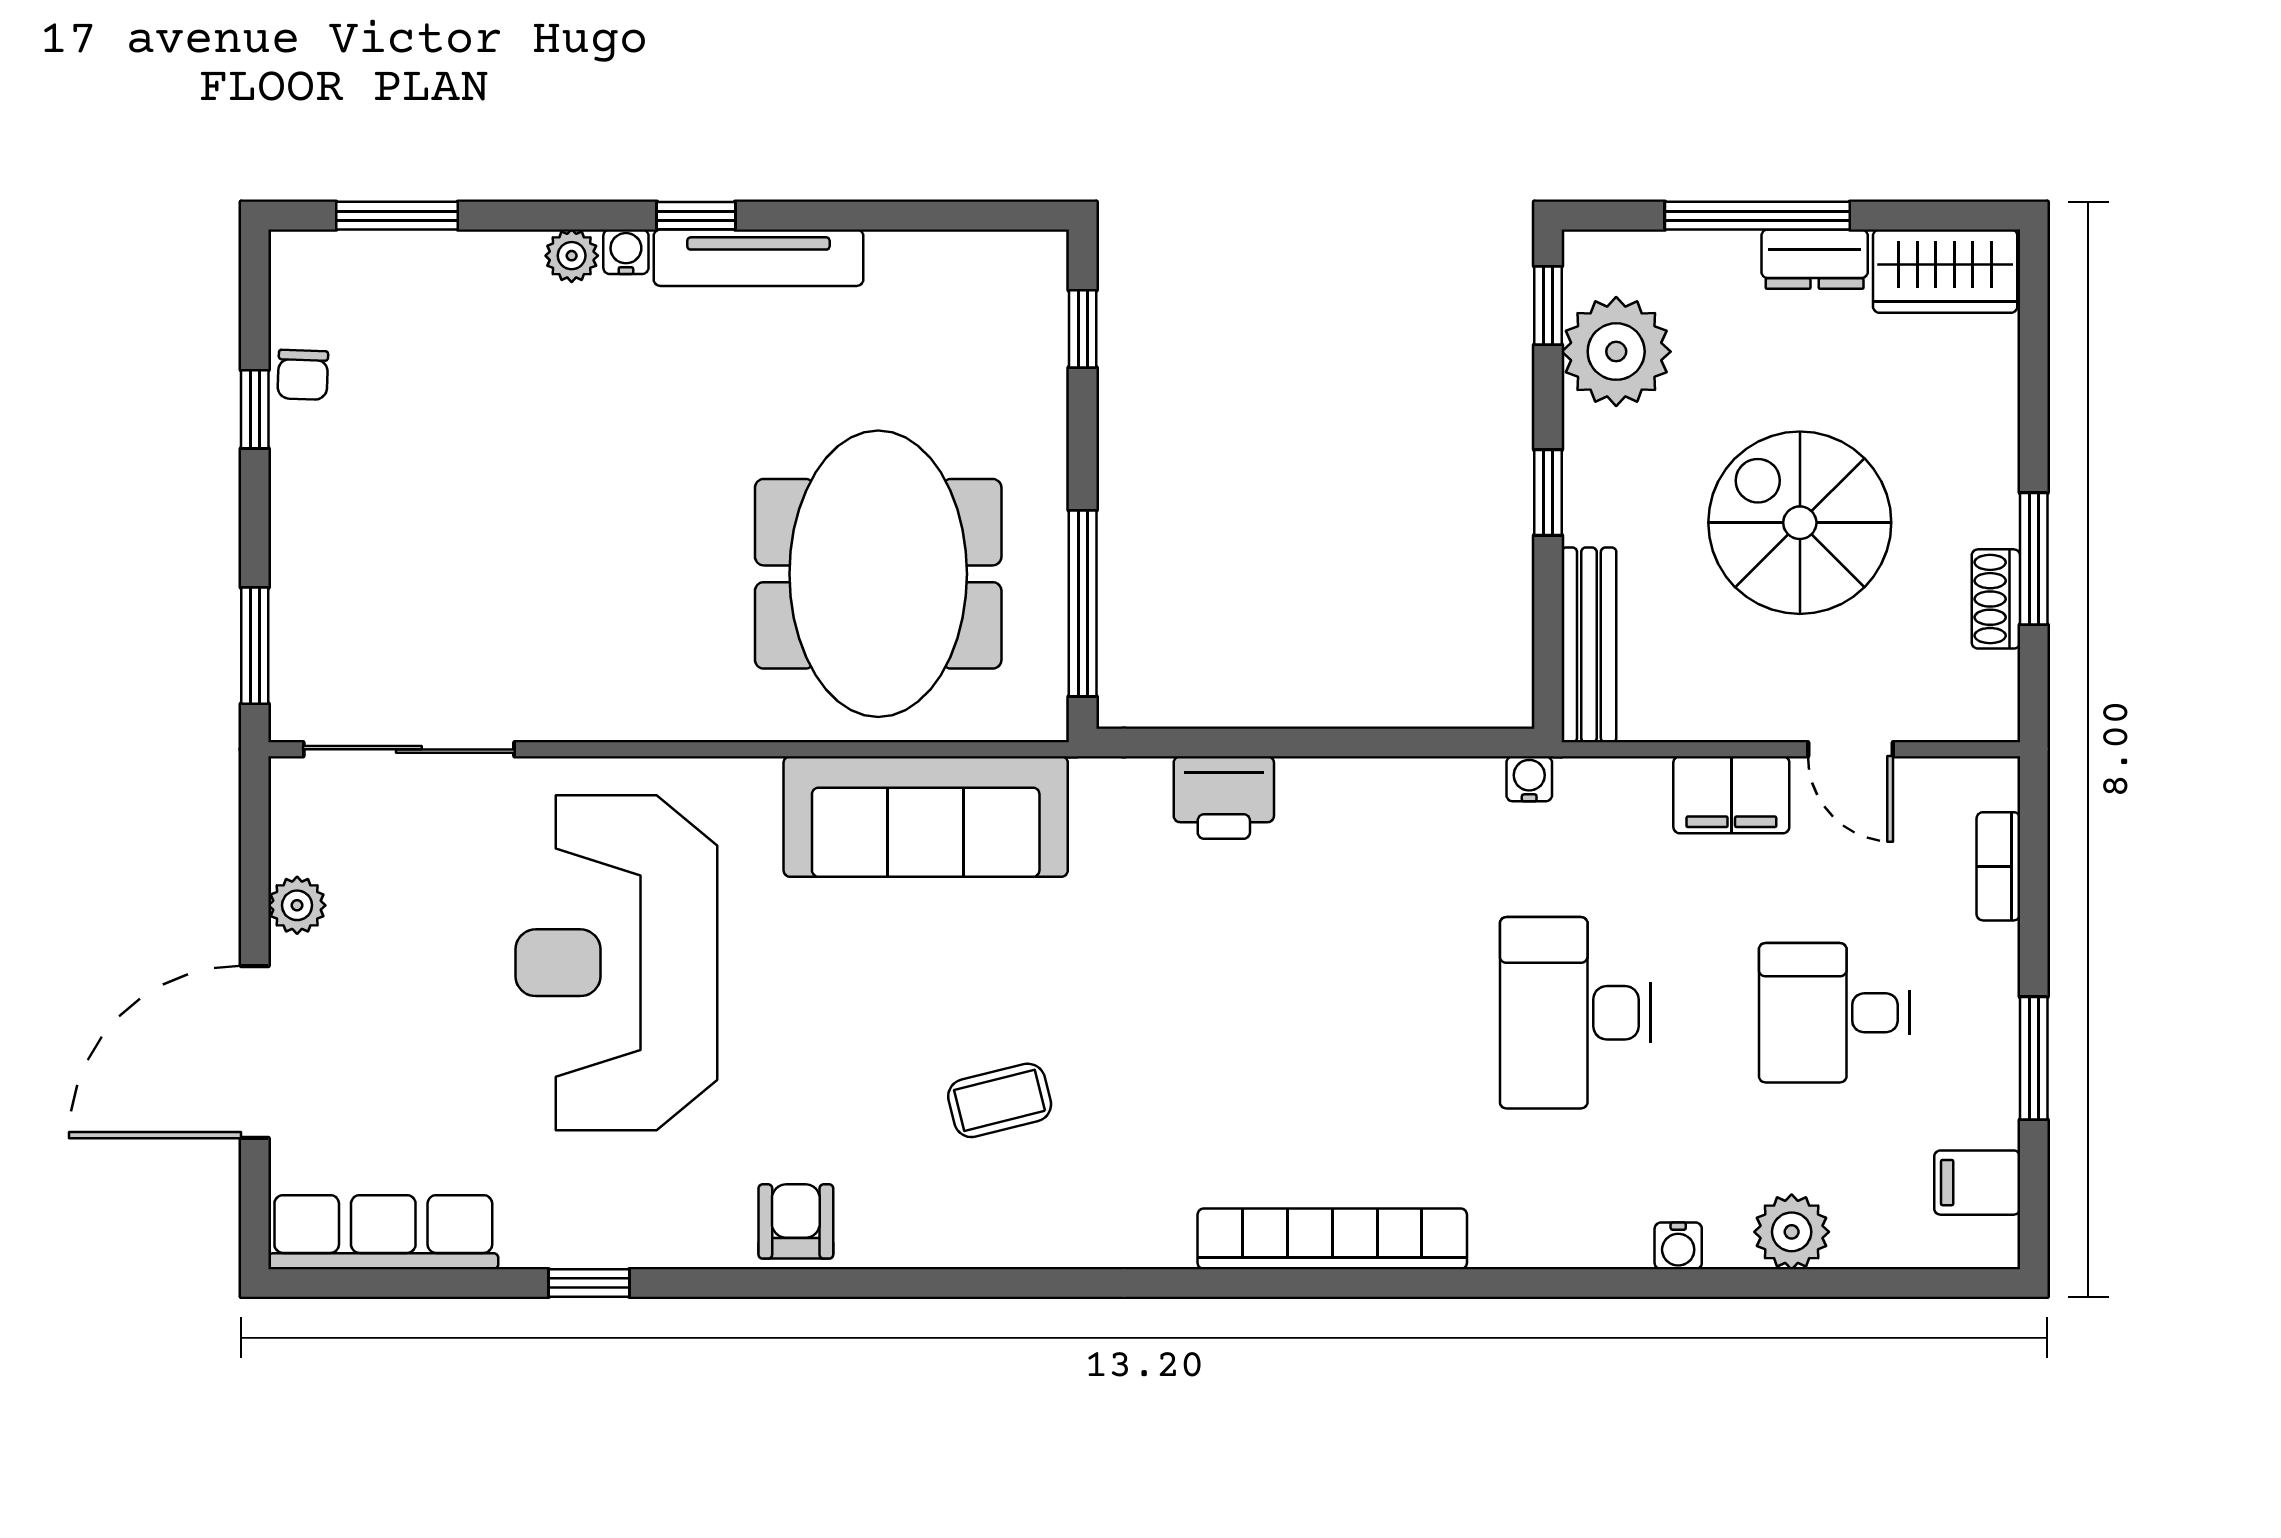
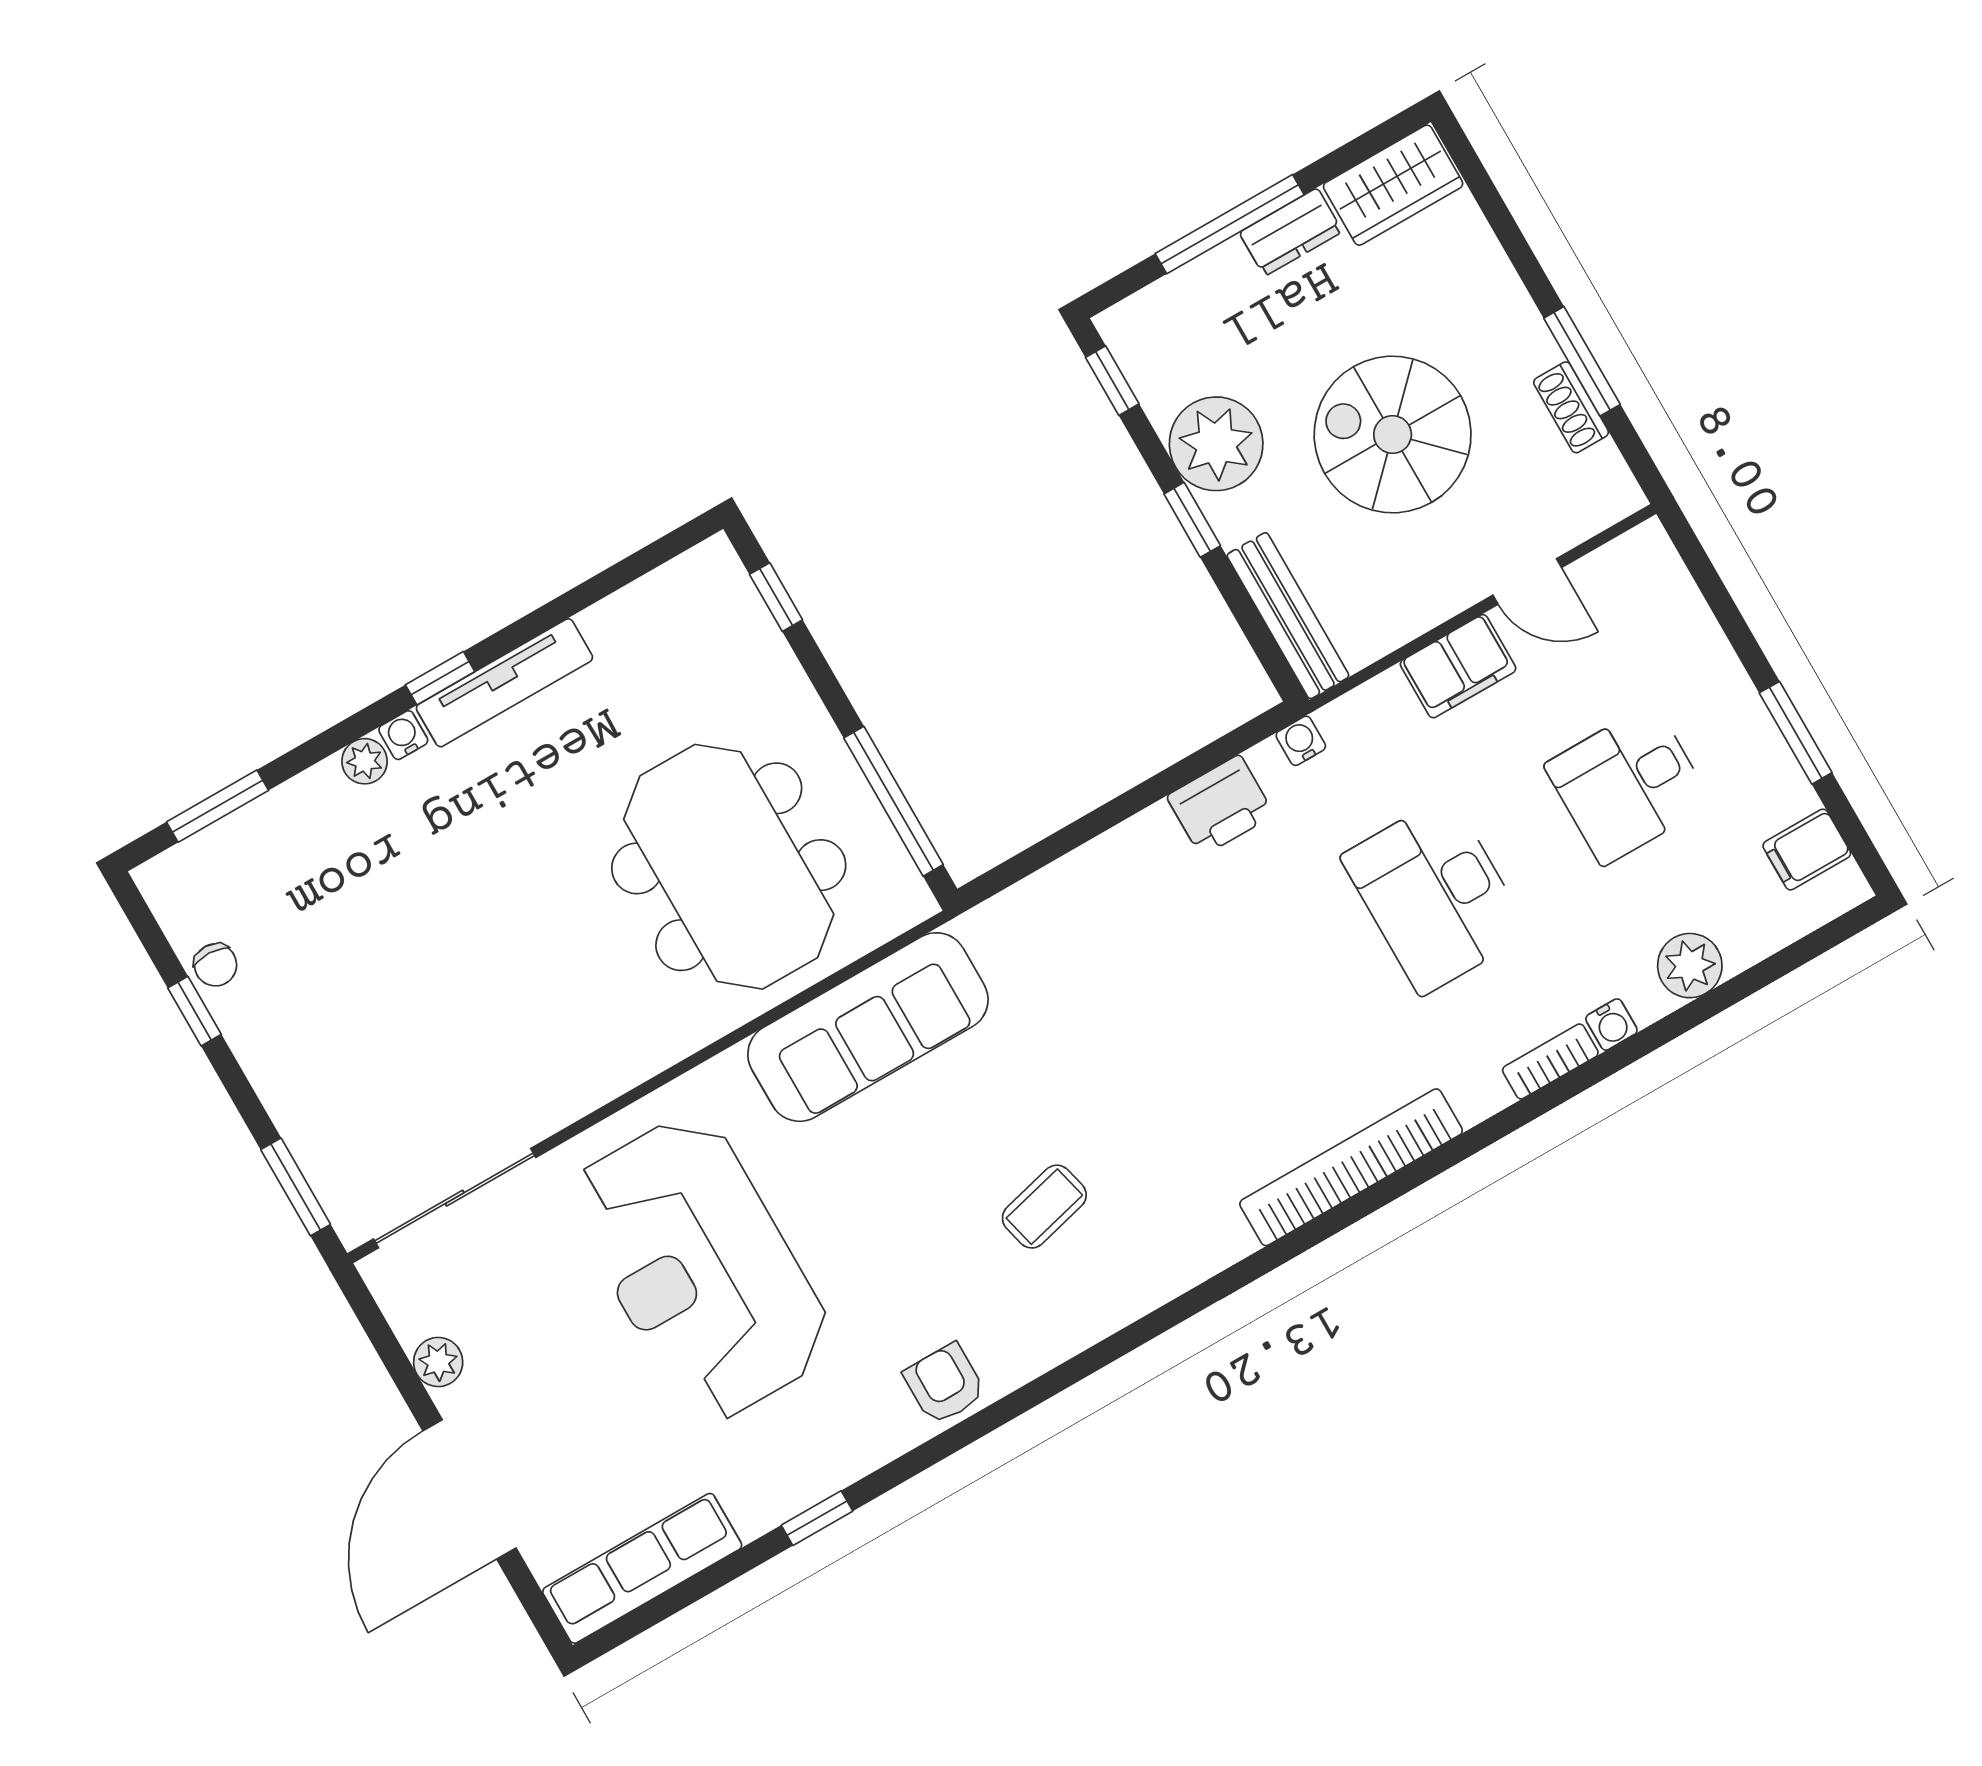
plant: (1616, 352) -> (1216, 444), moved
printer: (1224, 798) -> (1220, 806), moved
bookcase: (1998, 866) -> (1550, 1061), moved, turned 90

